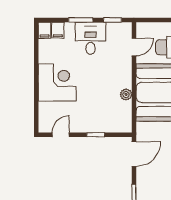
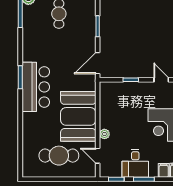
door: (134, 47) -> (98, 156), hinge flipped
plant: (126, 95) -> (104, 134), moved
door: (61, 135) -> (161, 80), swing flipped

